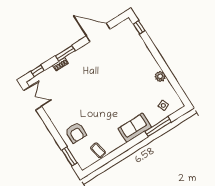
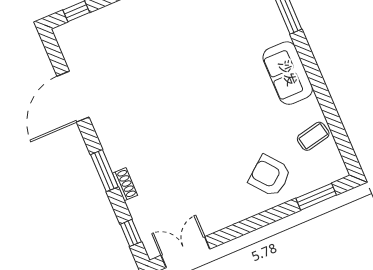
sofa: (135, 128) -> (288, 73), moved
armchair: (76, 133) -> (270, 176), turned -129

